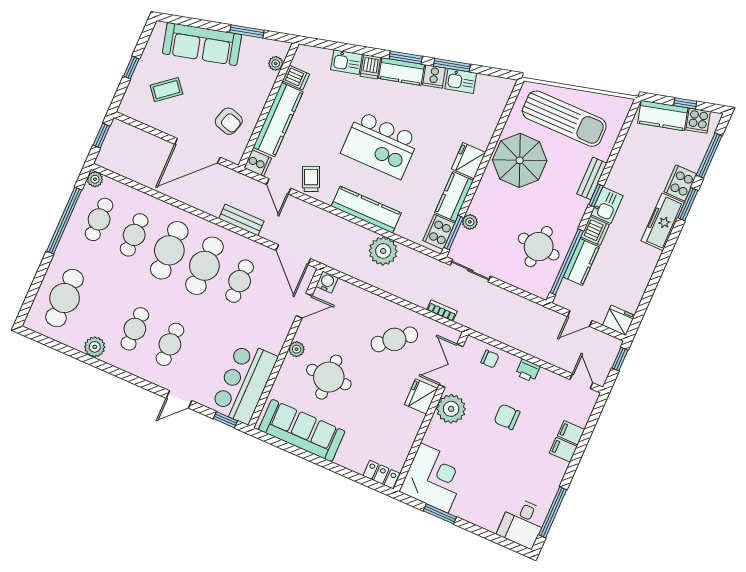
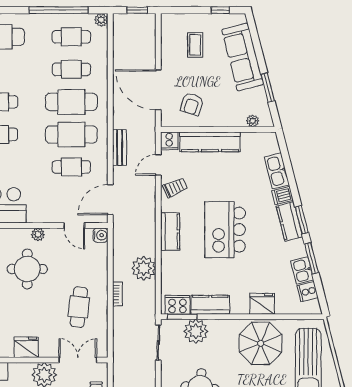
kitchen sink: (346, 62) -> (277, 171), width x1.38
window: (131, 67) -> (220, 10), moved
cooker: (434, 77) -> (308, 292), moved
dishwasher: (296, 78) -> (249, 141), removed
coffee table: (166, 90) -> (195, 45), turned 39
fridge: (469, 161) -> (262, 304), moved
kitchen counter: (366, 210) -> (170, 231), width x0.67
plant: (470, 222) -> (196, 331), width x1.88, depth x1.88
bookcase: (442, 311) -> (117, 294), moved
cafe table: (394, 339) -> (79, 307), turned 46
fridge: (421, 396) -> (26, 347), moved

